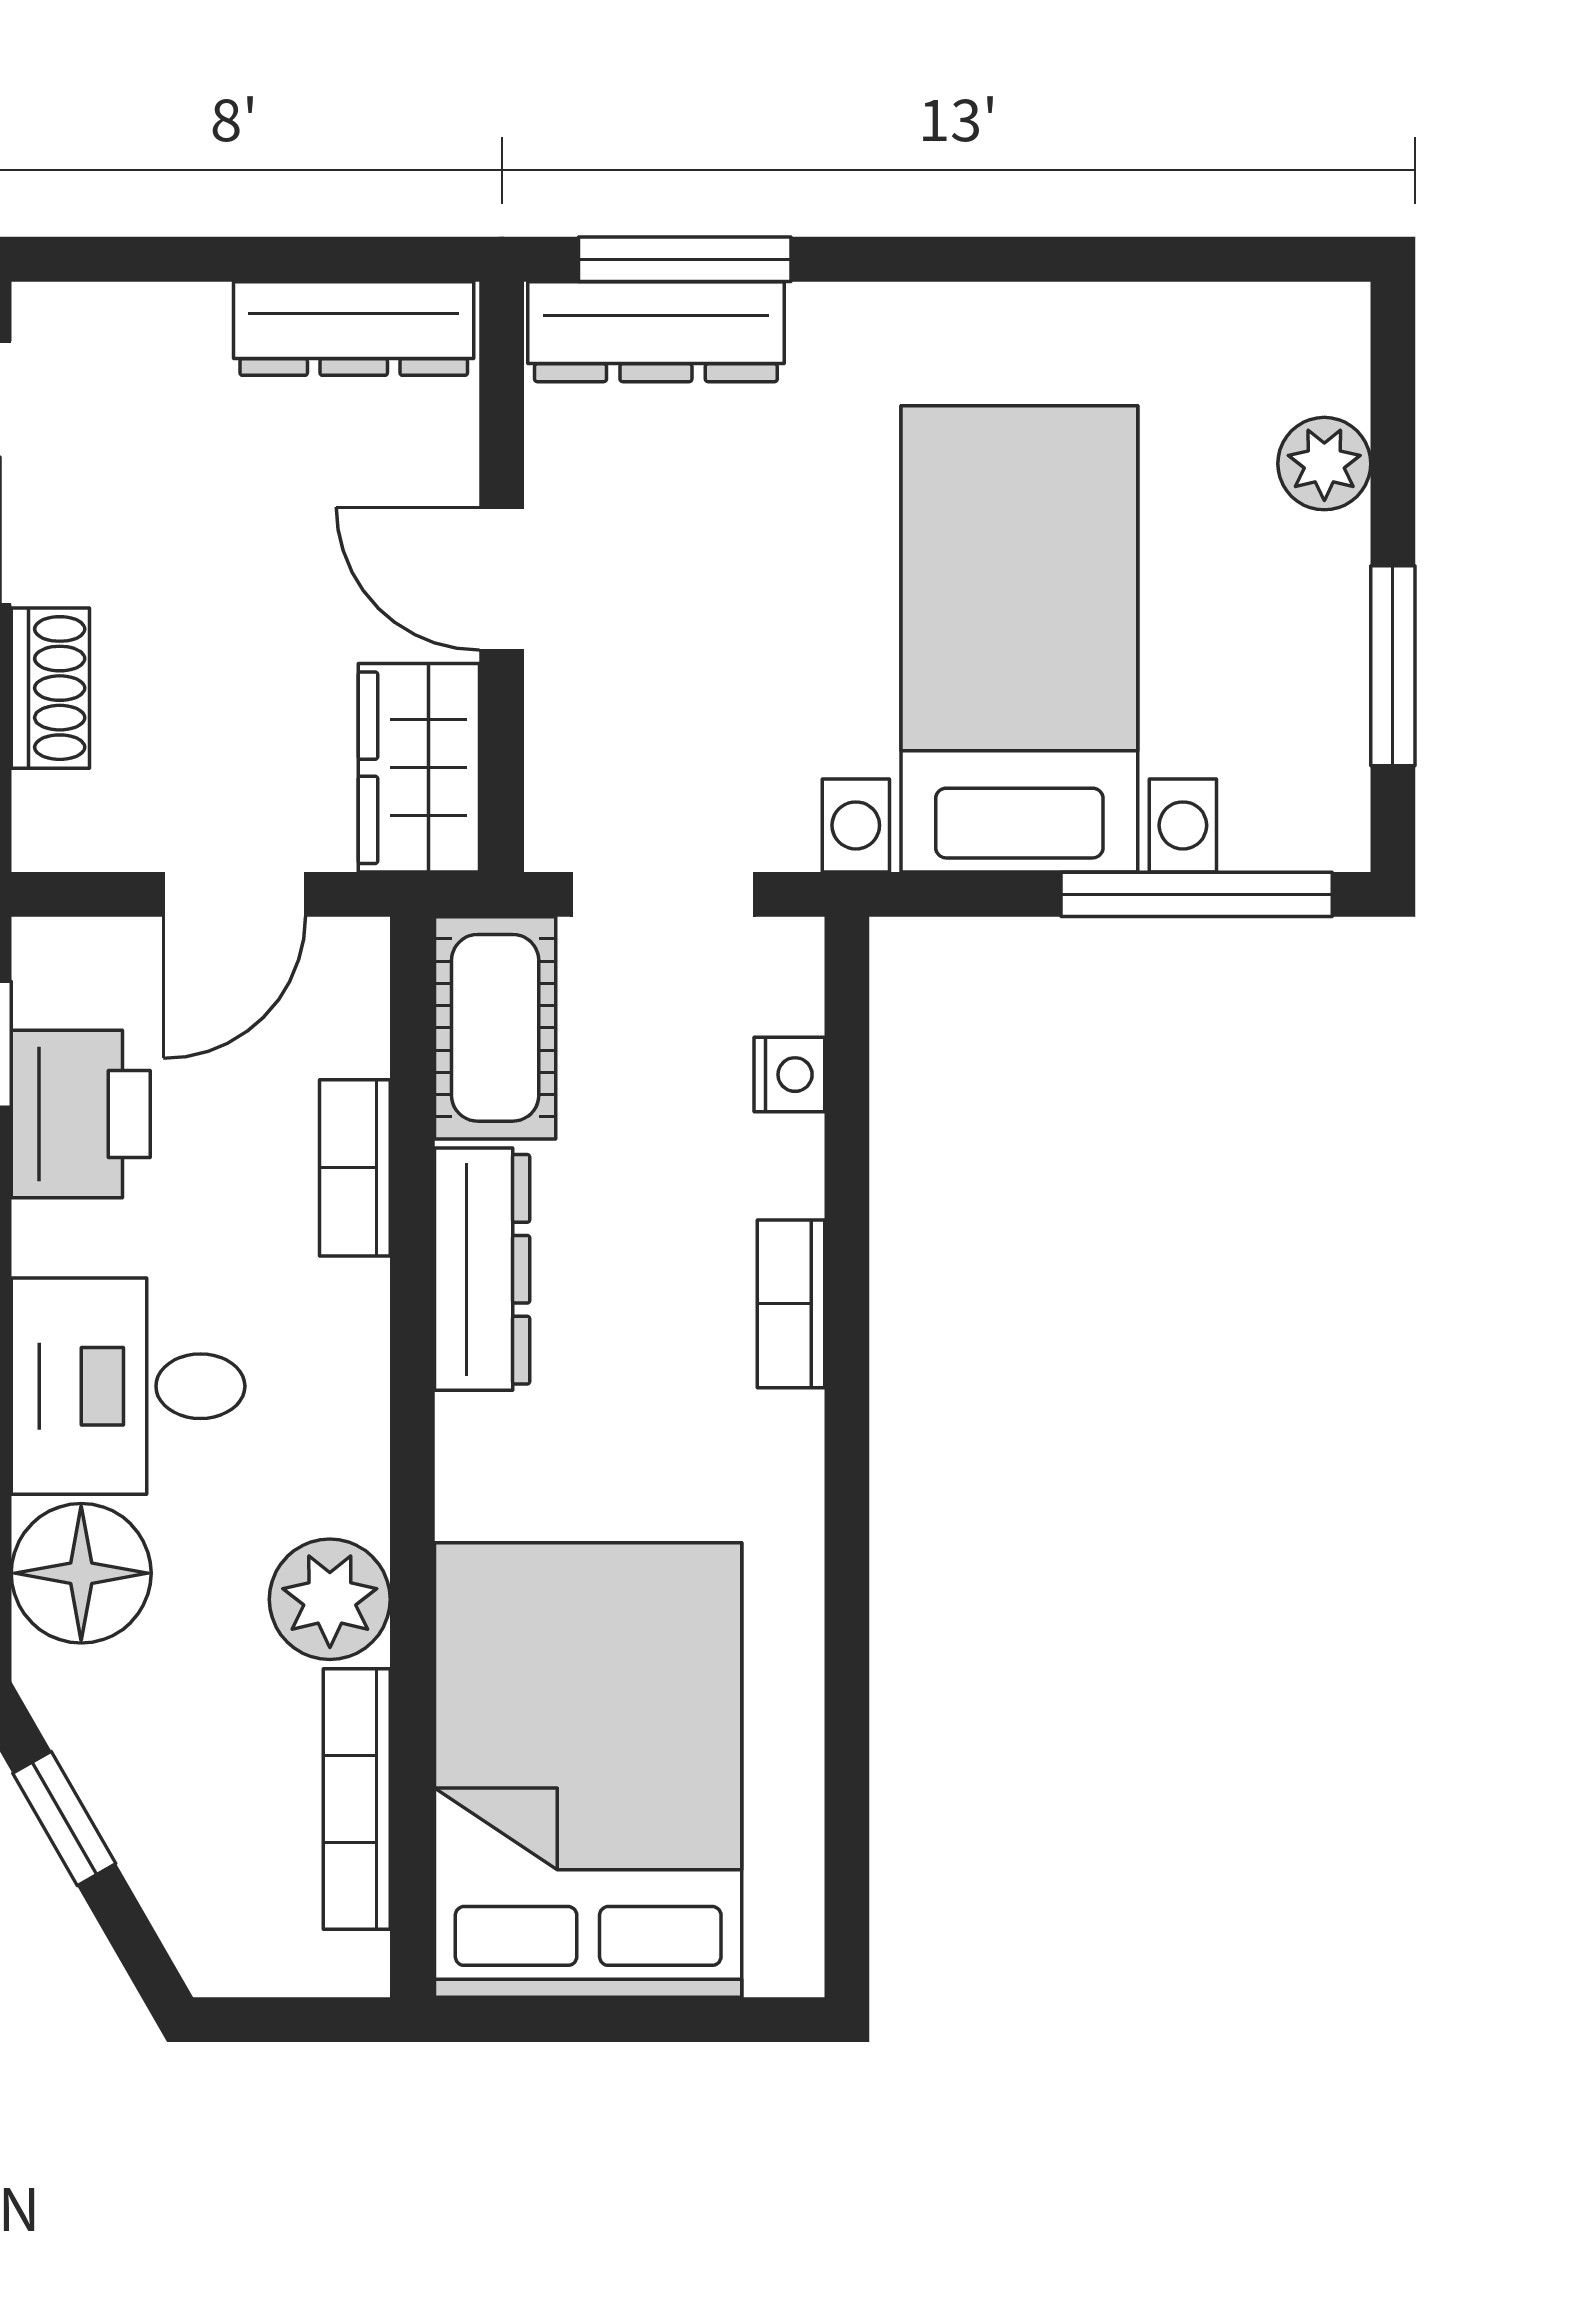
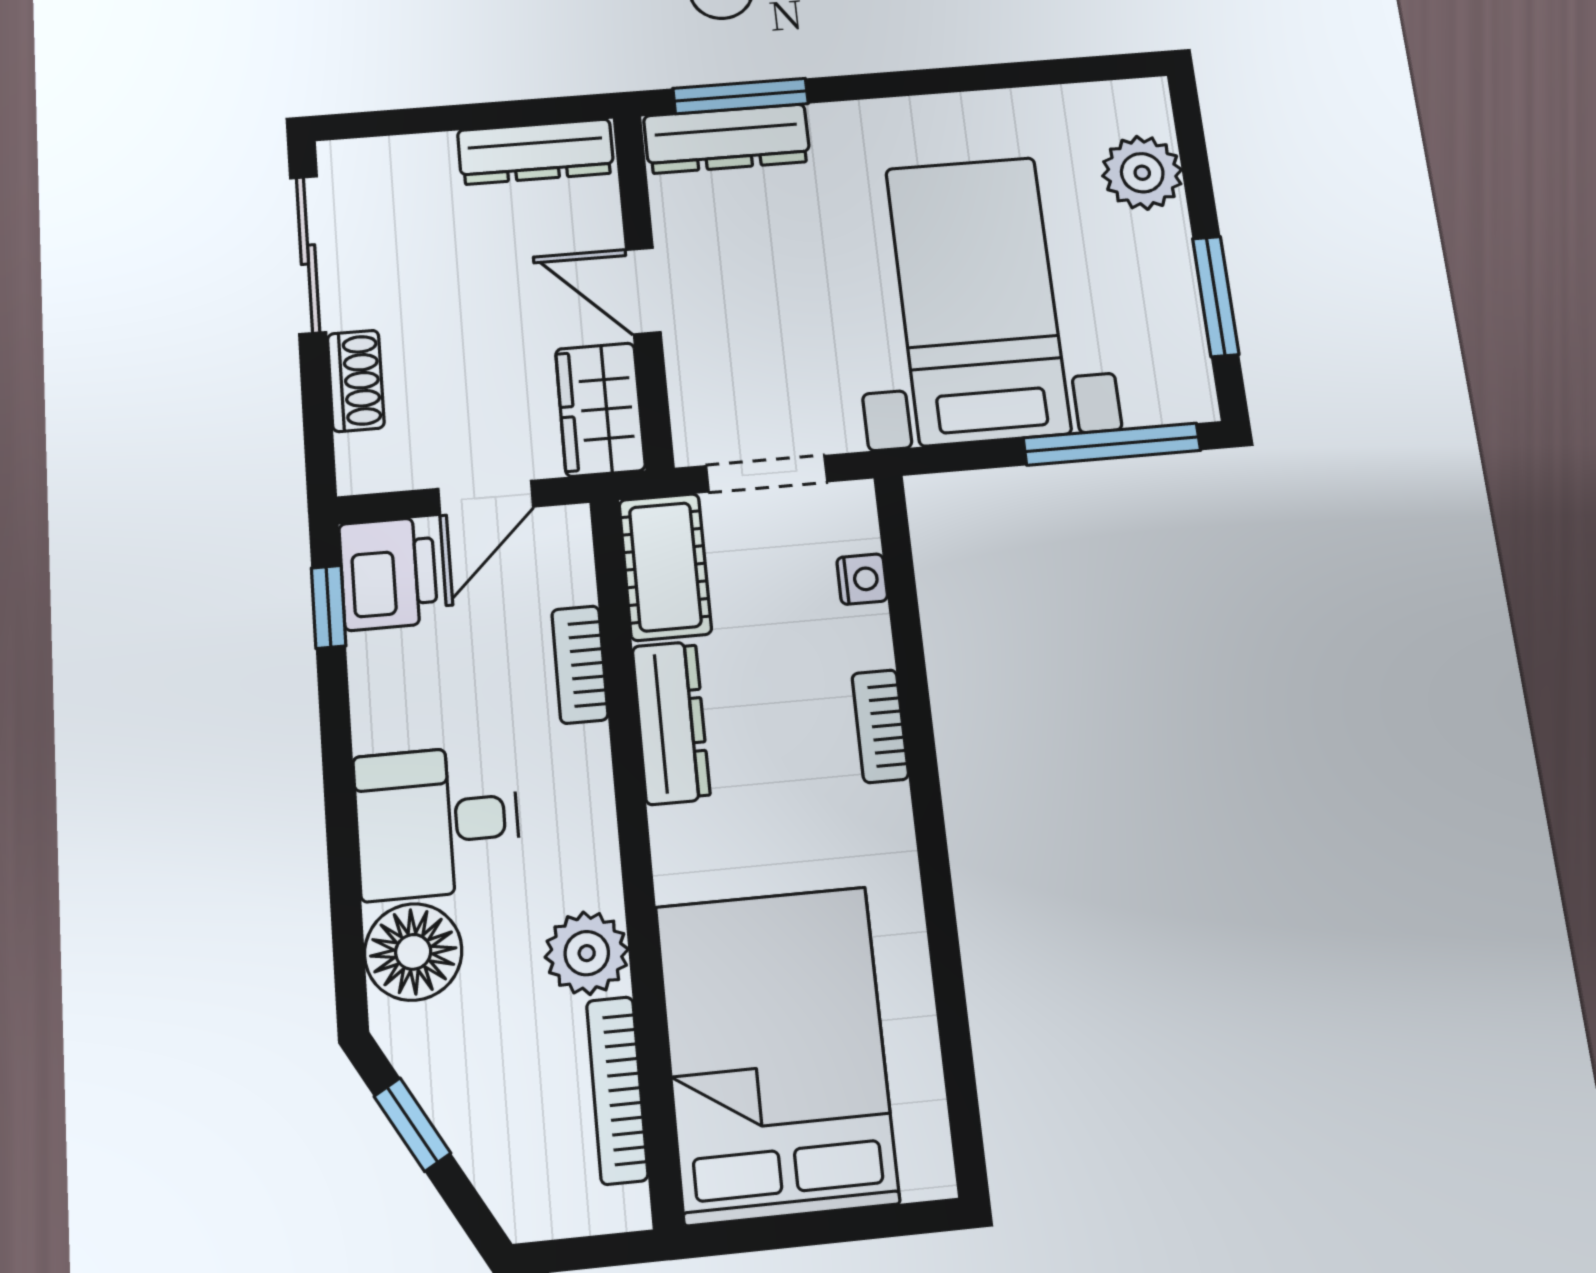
plant: (1324, 464) -> (1142, 173), width x1.38, depth x1.38
printer: (81, 1114) -> (388, 573), moved

